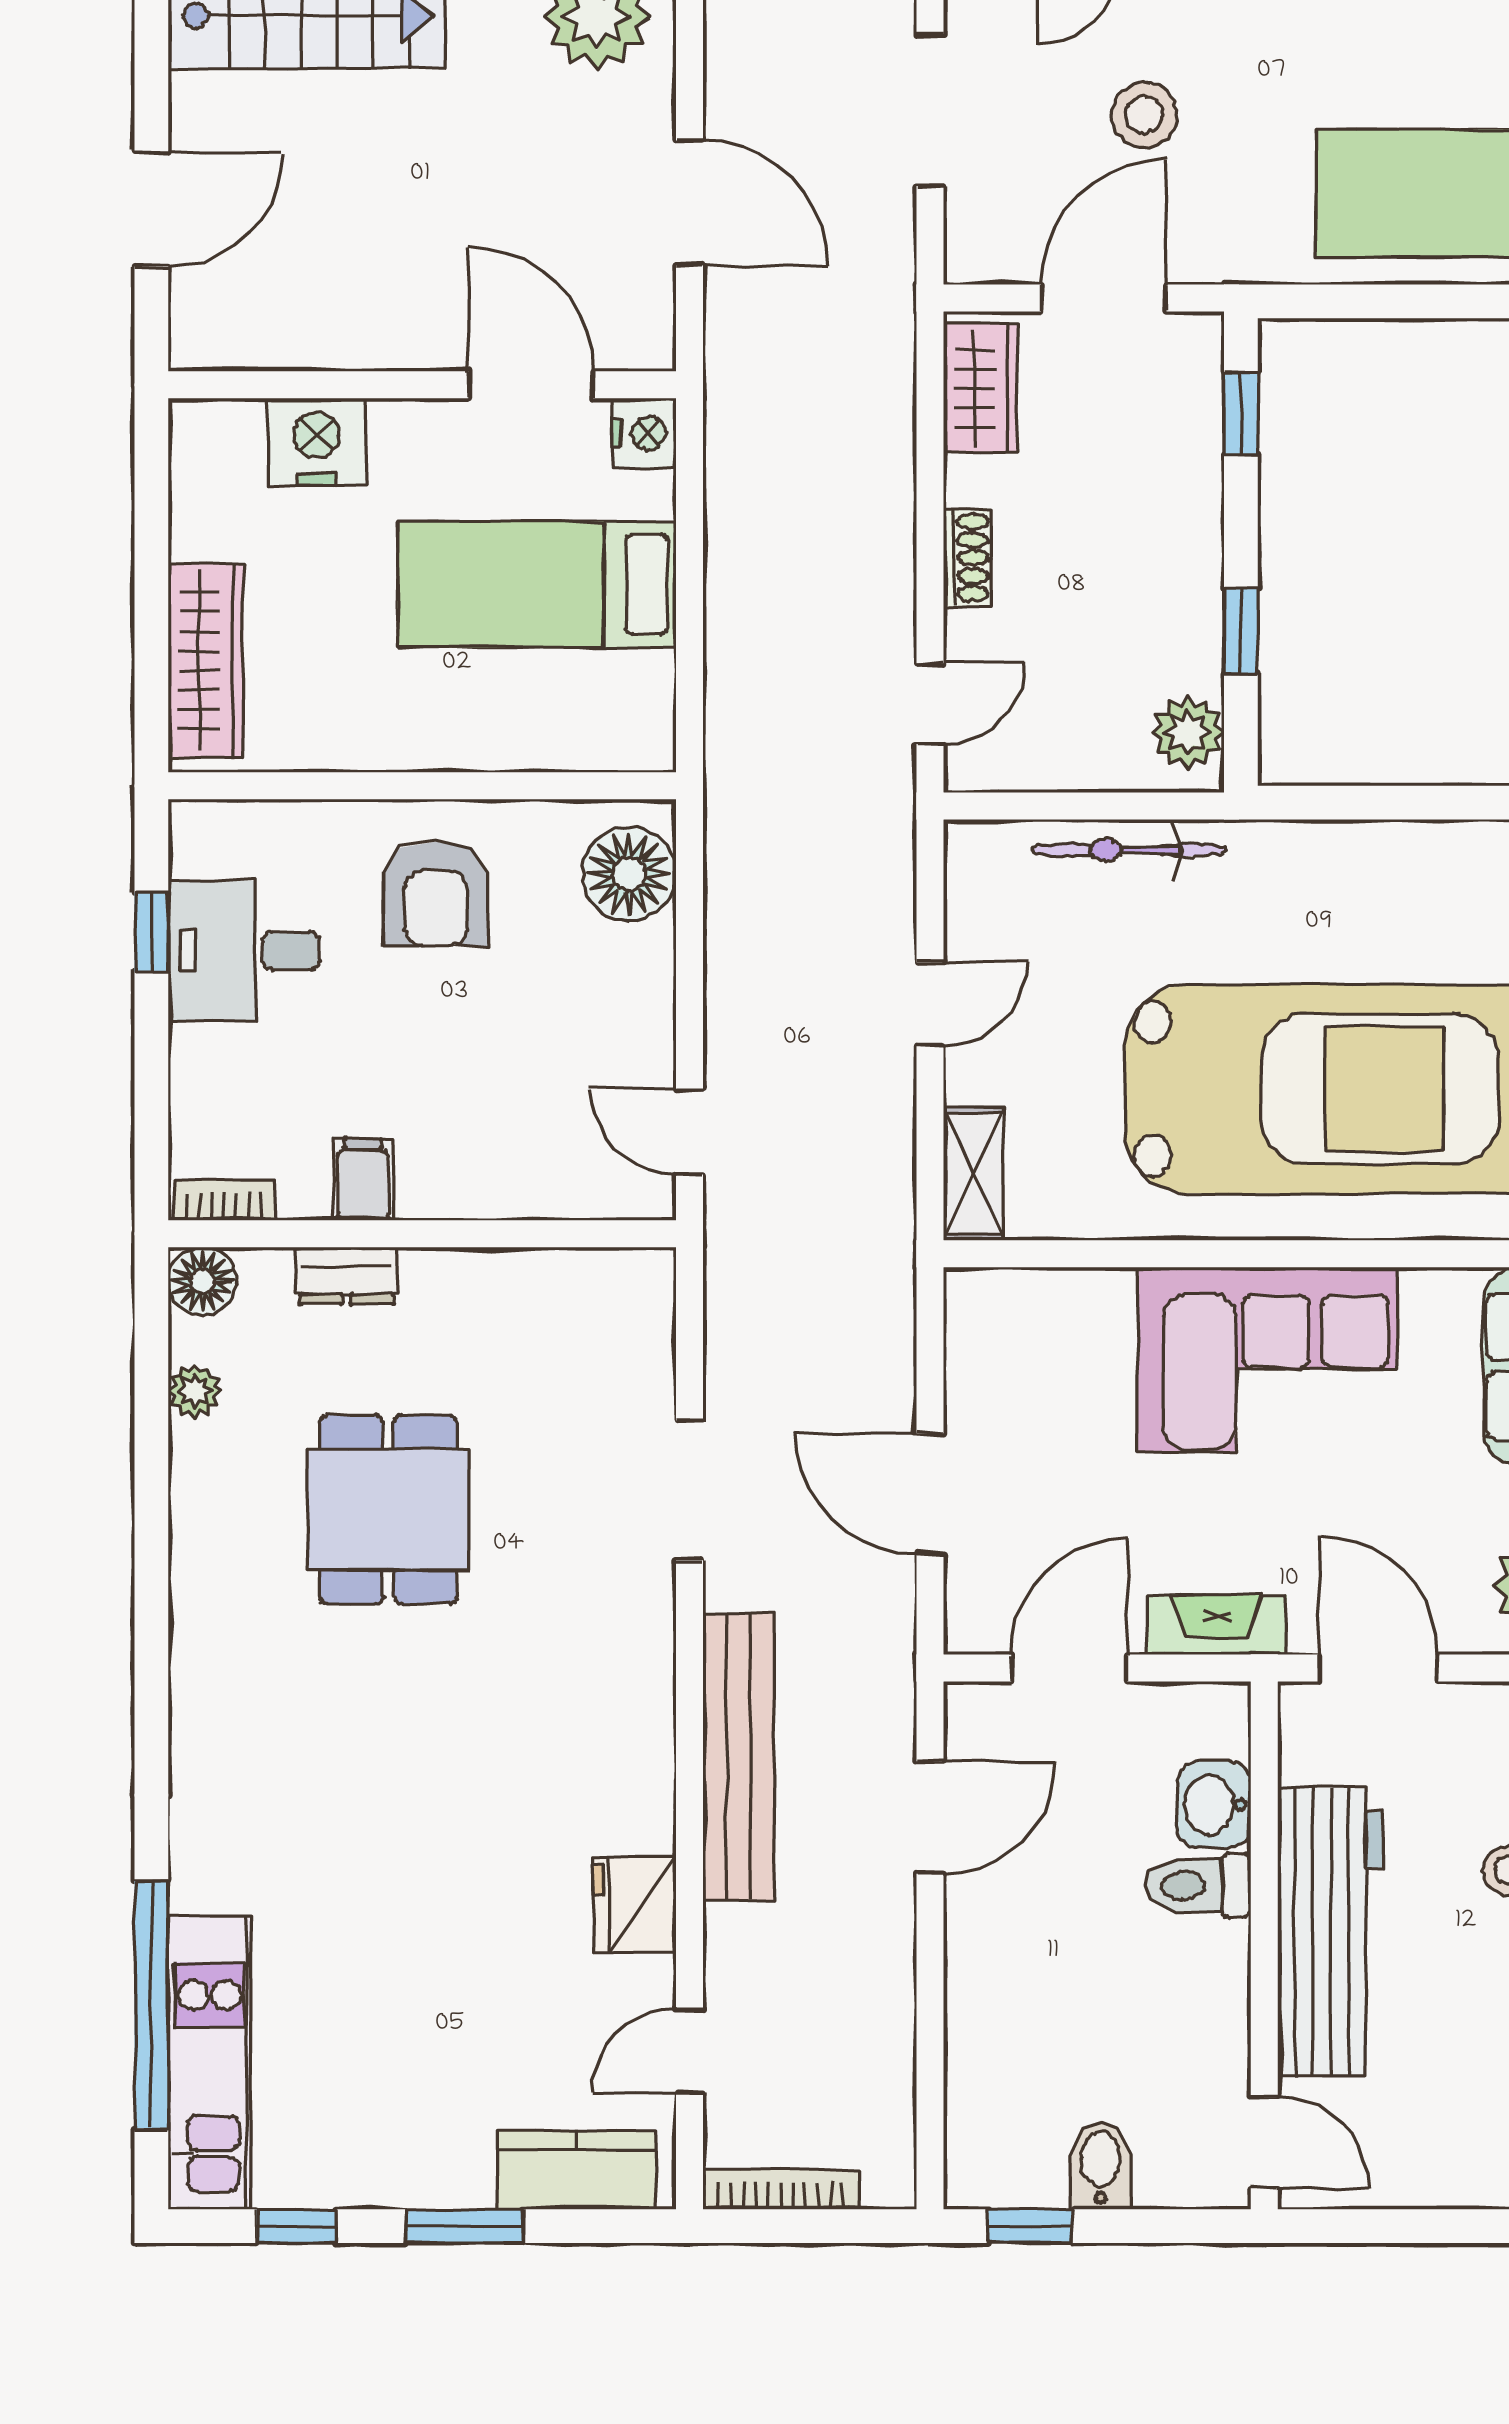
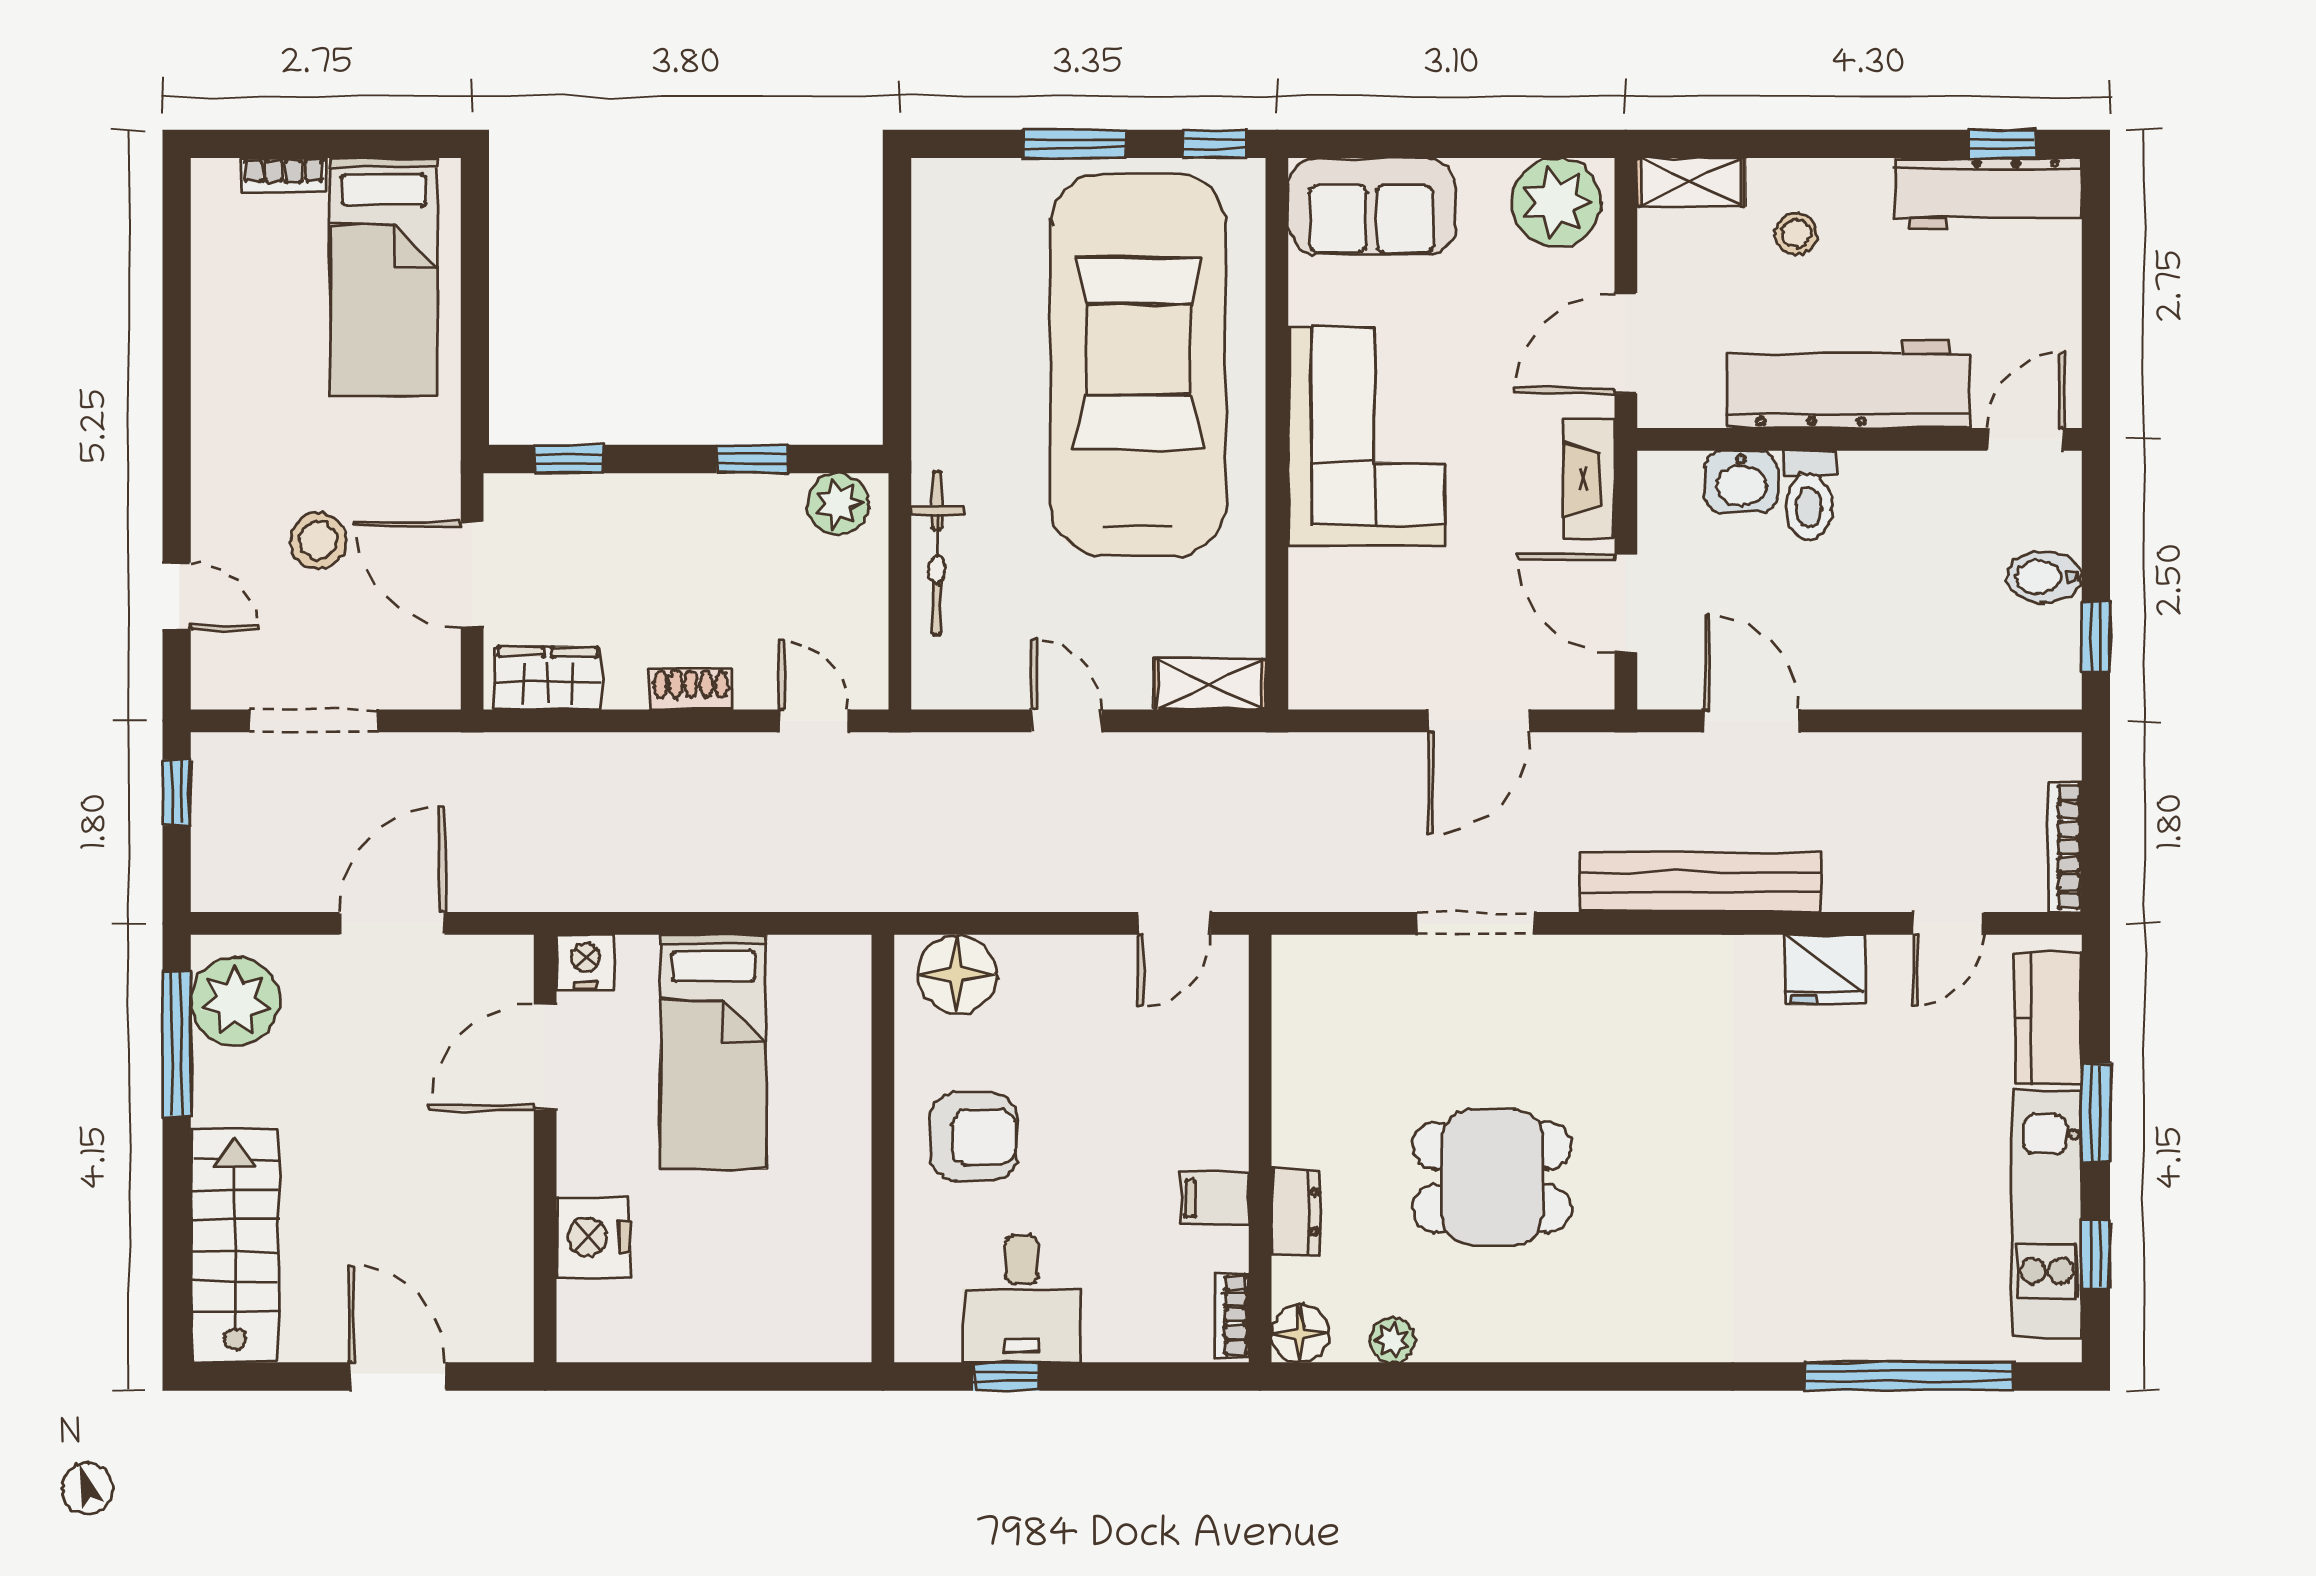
wardrobe: (206, 661) -> (778, 1331), removed
door: (689, 2051) -> (1948, 923), hinge flipped
kitchen unit: (209, 2063) -> (2047, 1214), moved, turned -90

